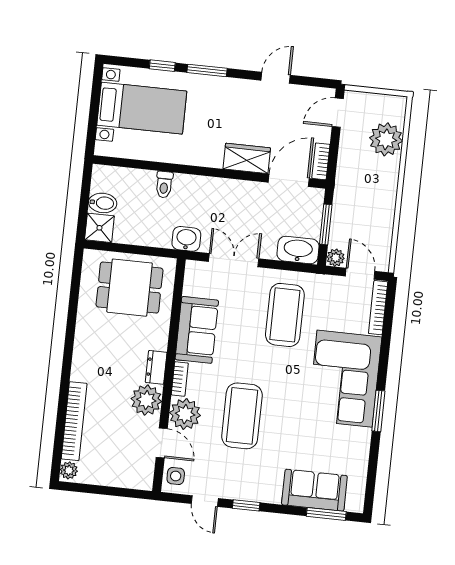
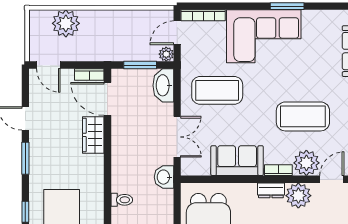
window: (207, 70) -> (25, 158), moved
double door: (234, 260) -> (177, 137), swing flipped

